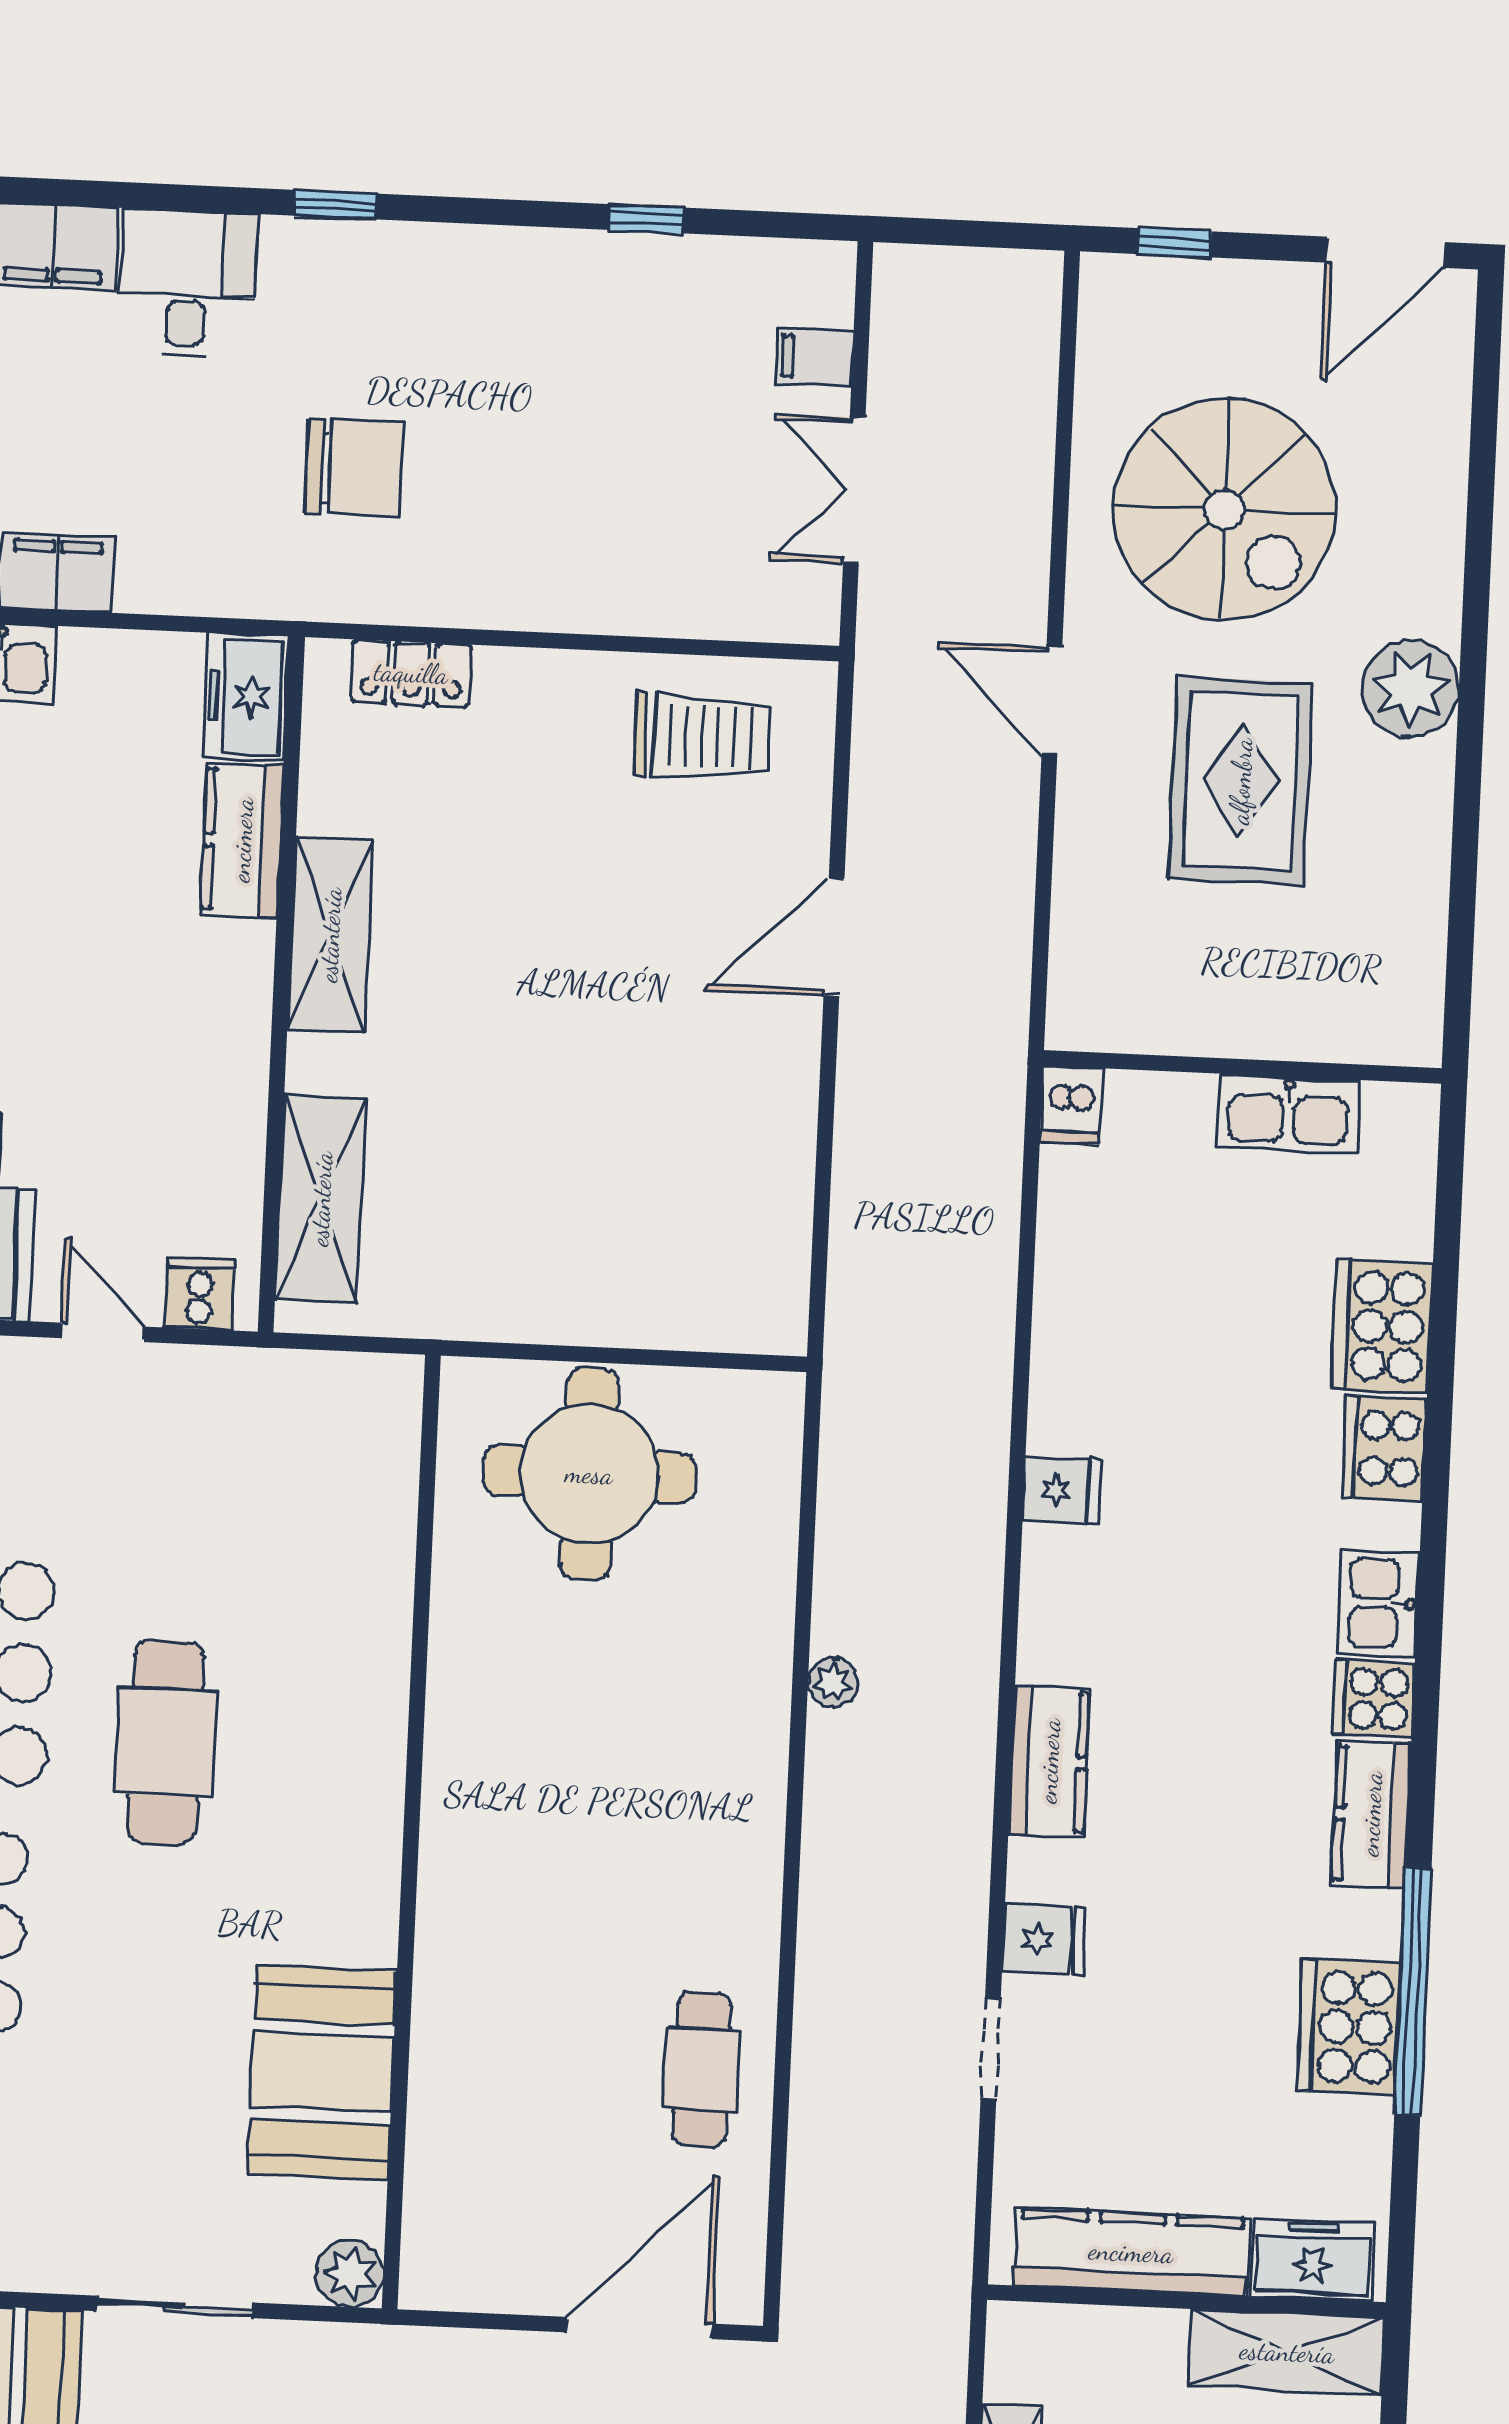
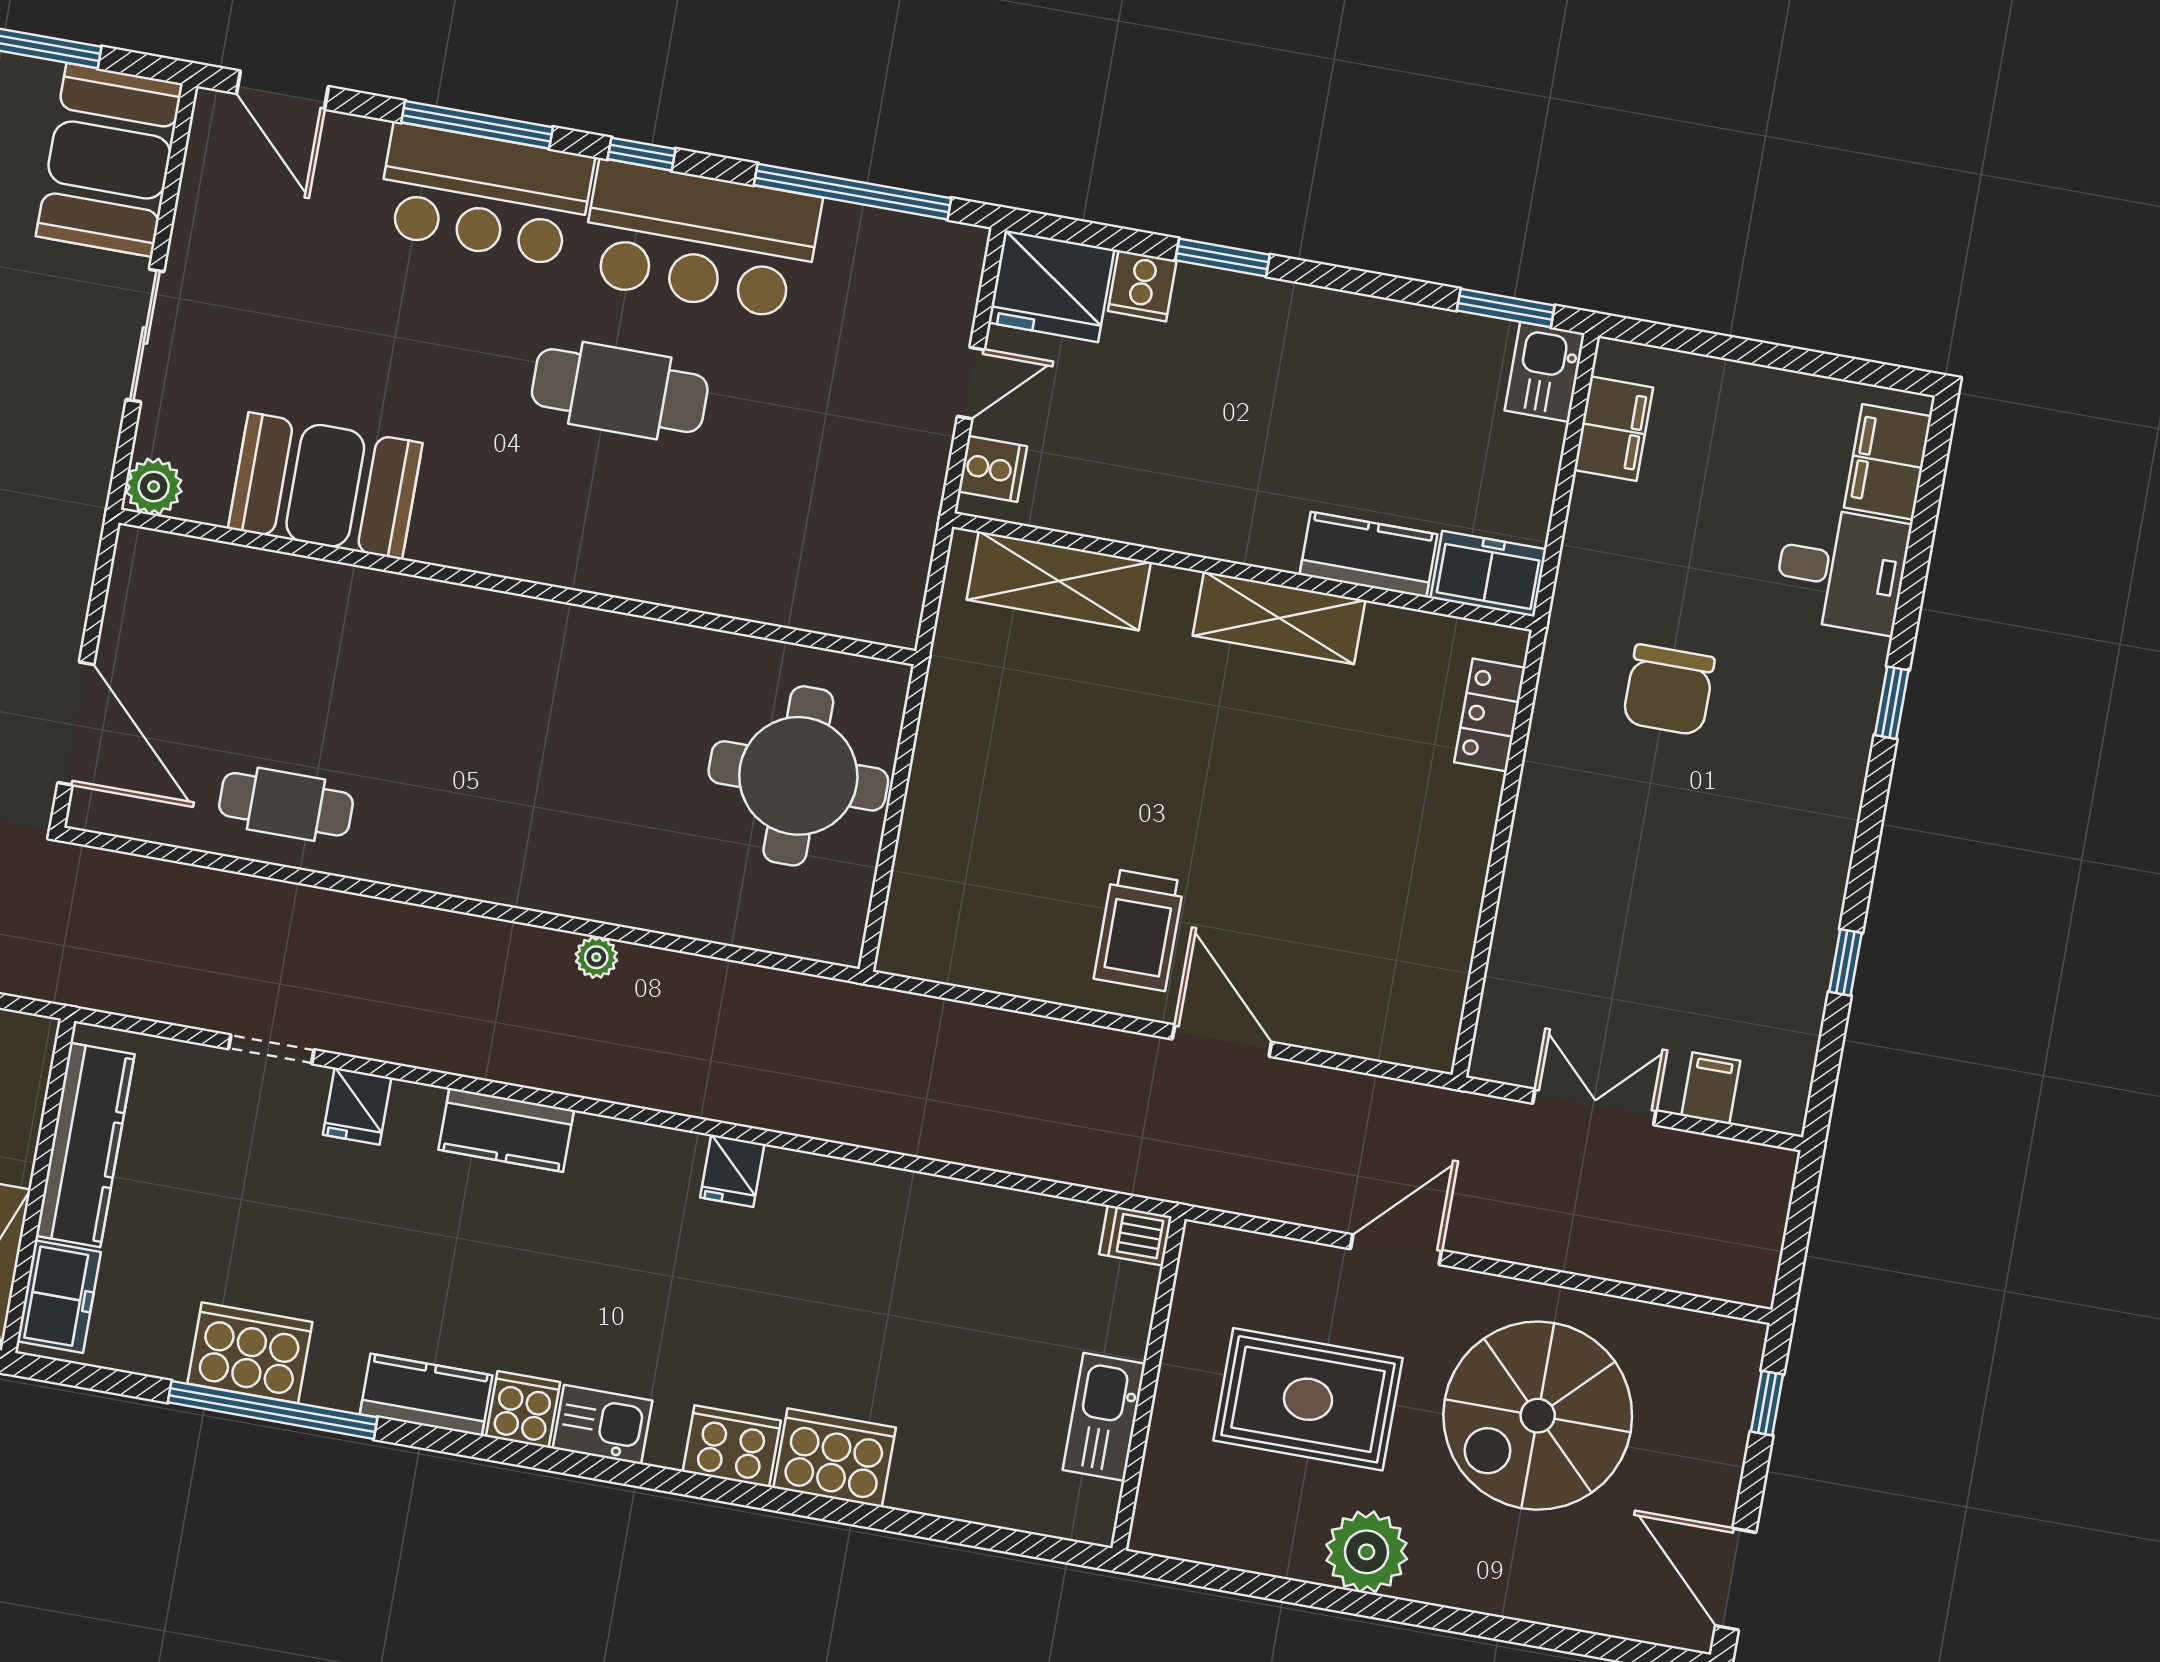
trolley: (702, 736) -> (1139, 930), moved
wall: (1242, 1067) -> (1149, 1384), moved
dishwasher: (1071, 1105) -> (1135, 1235), moved
kitchen sink: (1288, 1114) -> (1104, 1417), moved

